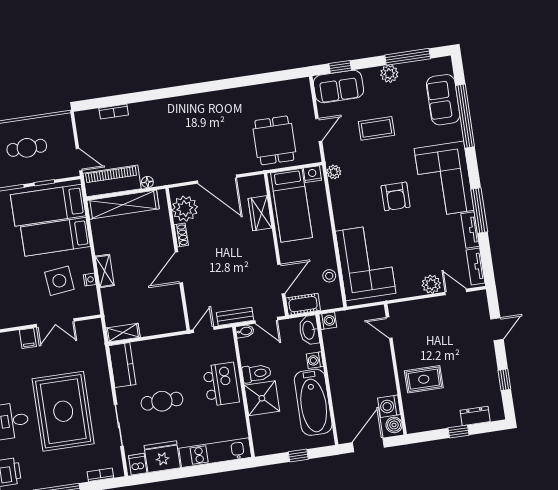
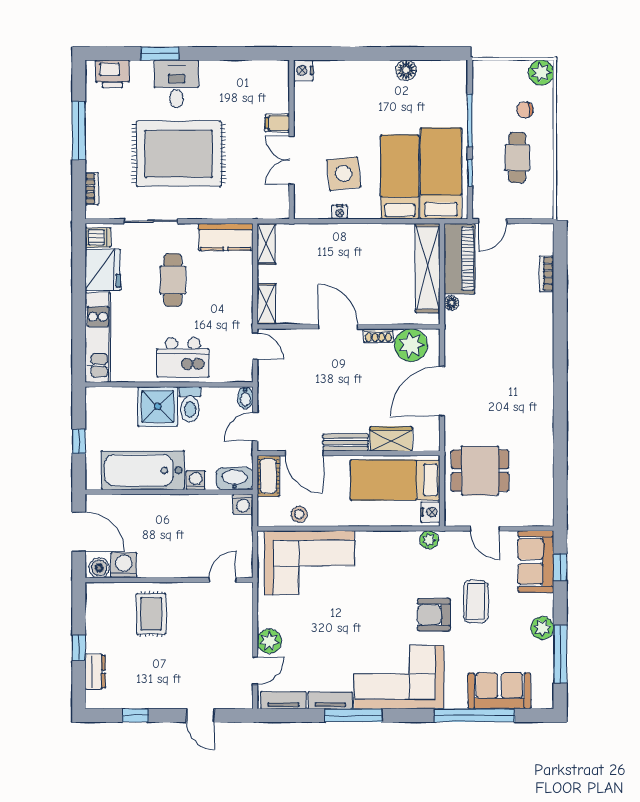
armchair: (396, 196) -> (434, 615), moved
shelving: (105, 271) -> (266, 304), moved, turned 90
bench: (235, 316) -> (346, 442), moved, turned 90

